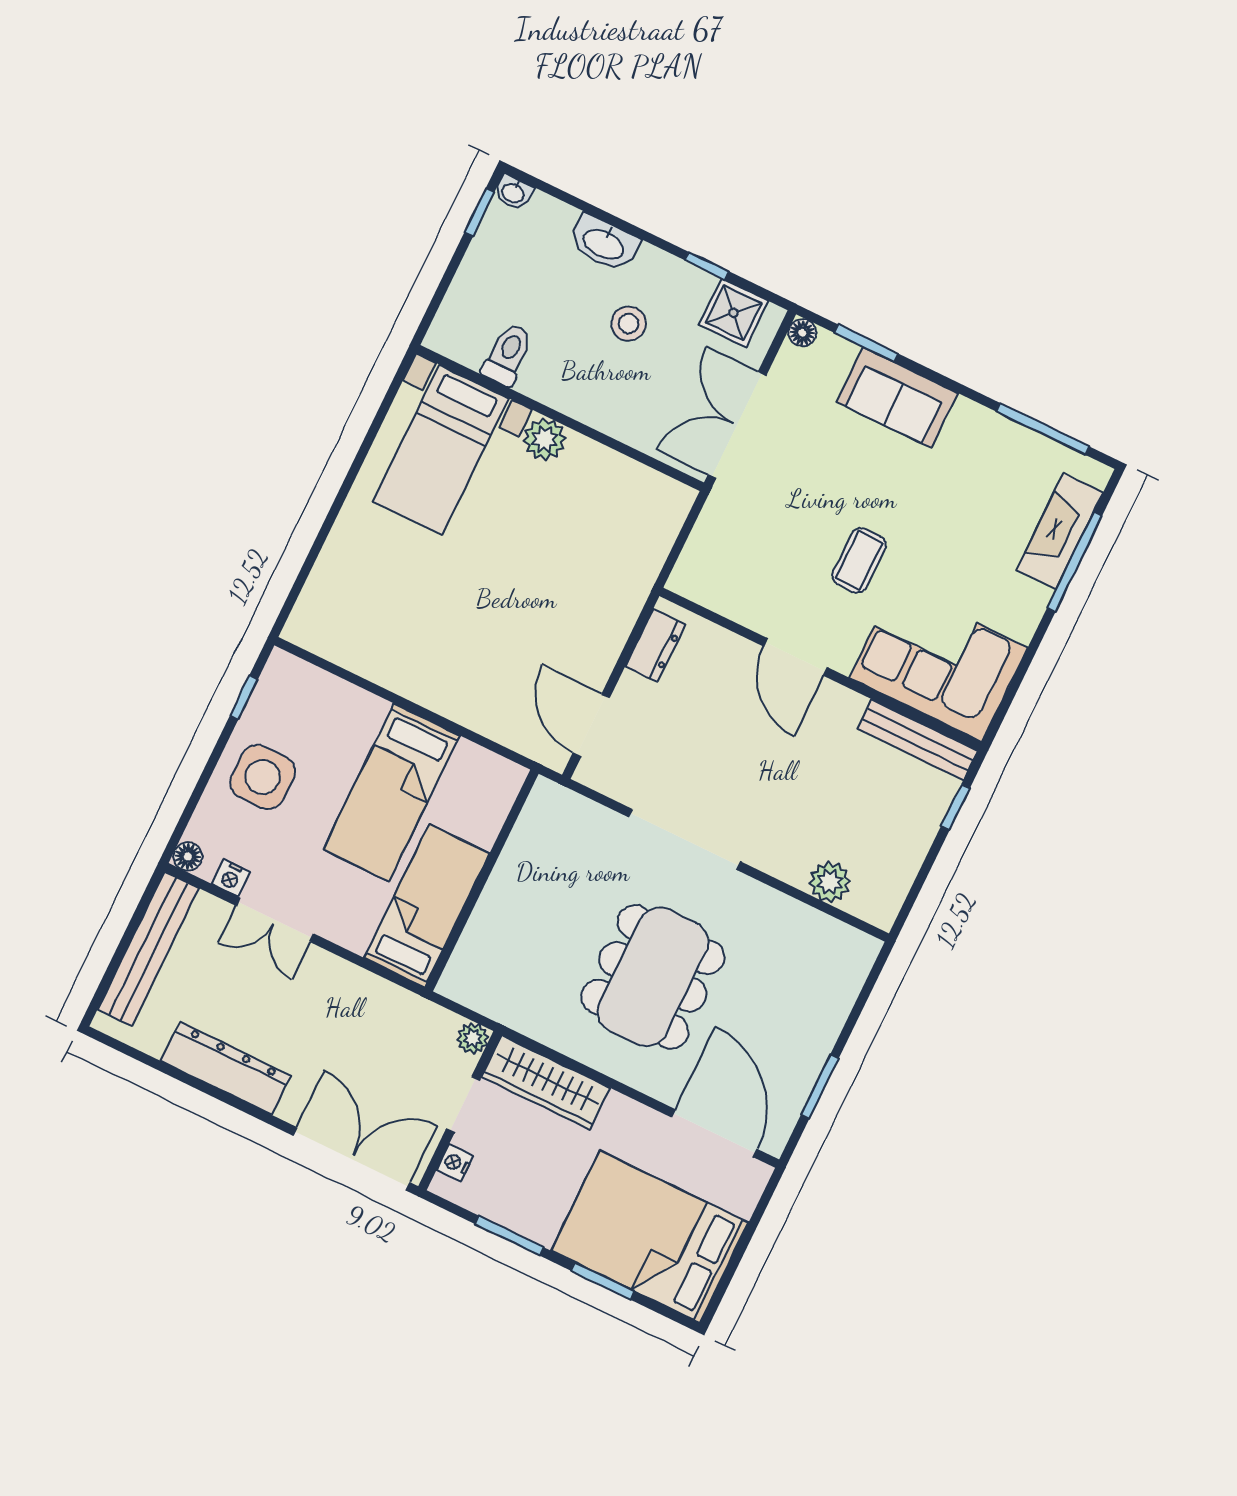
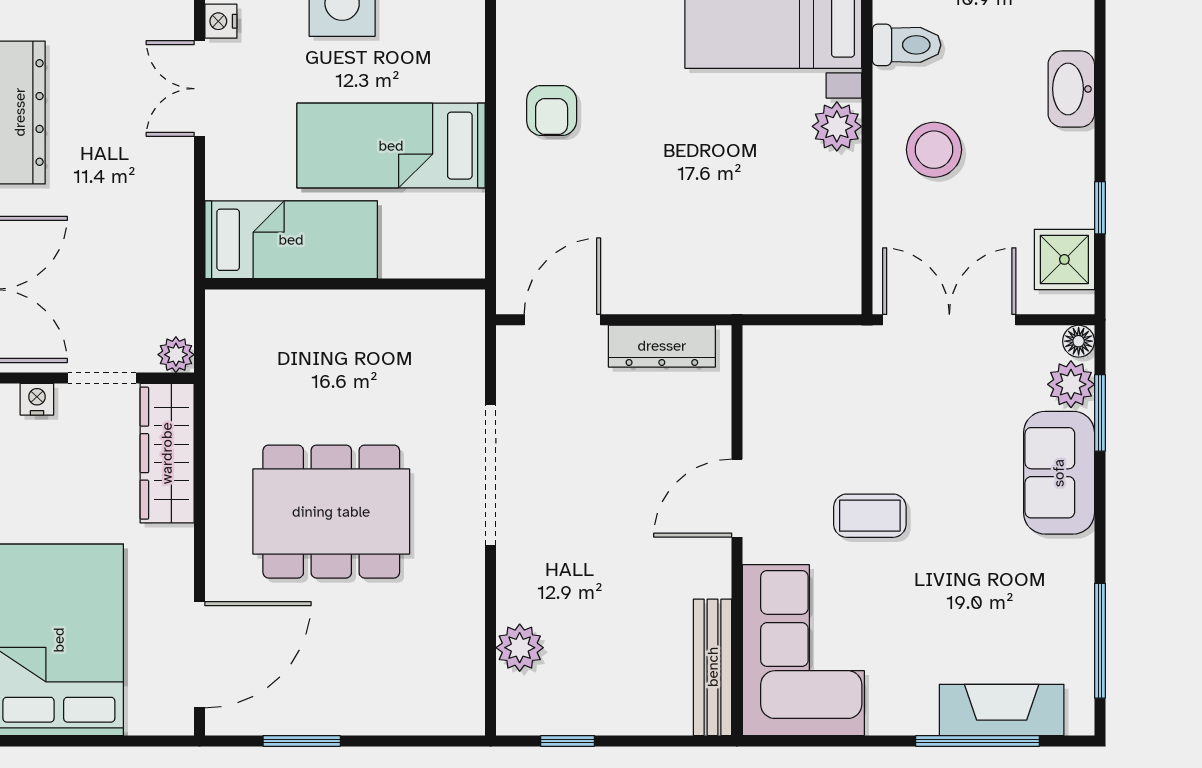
stool: (629, 324) -> (934, 150), moved, width x1.38, depth x1.38
plant: (833, 355) -> (1071, 384), added
dresser: (655, 645) -> (662, 346), width x1.44
armchair: (425, 655) -> (552, 111), added
window: (955, 807) -> (568, 741), moved

